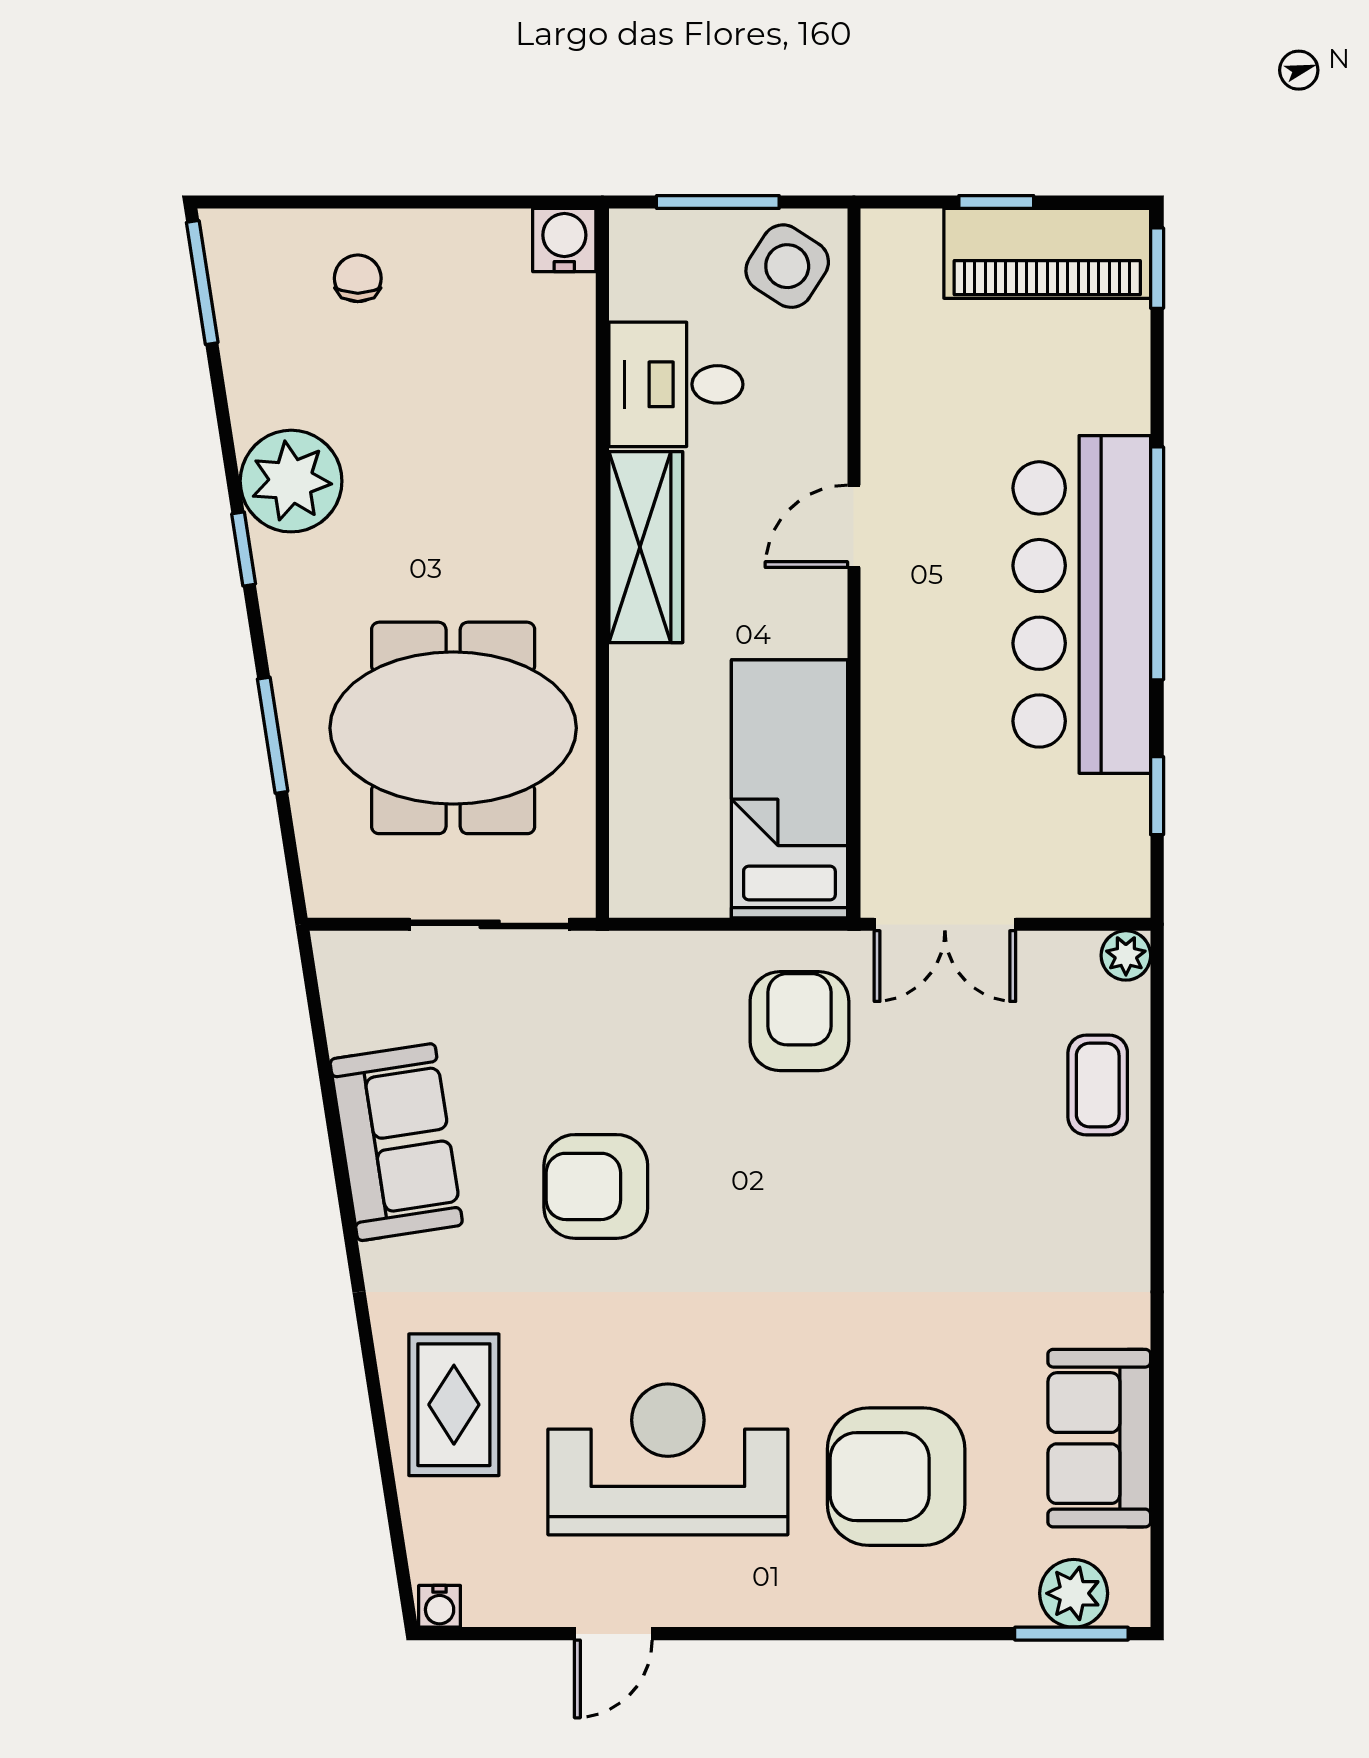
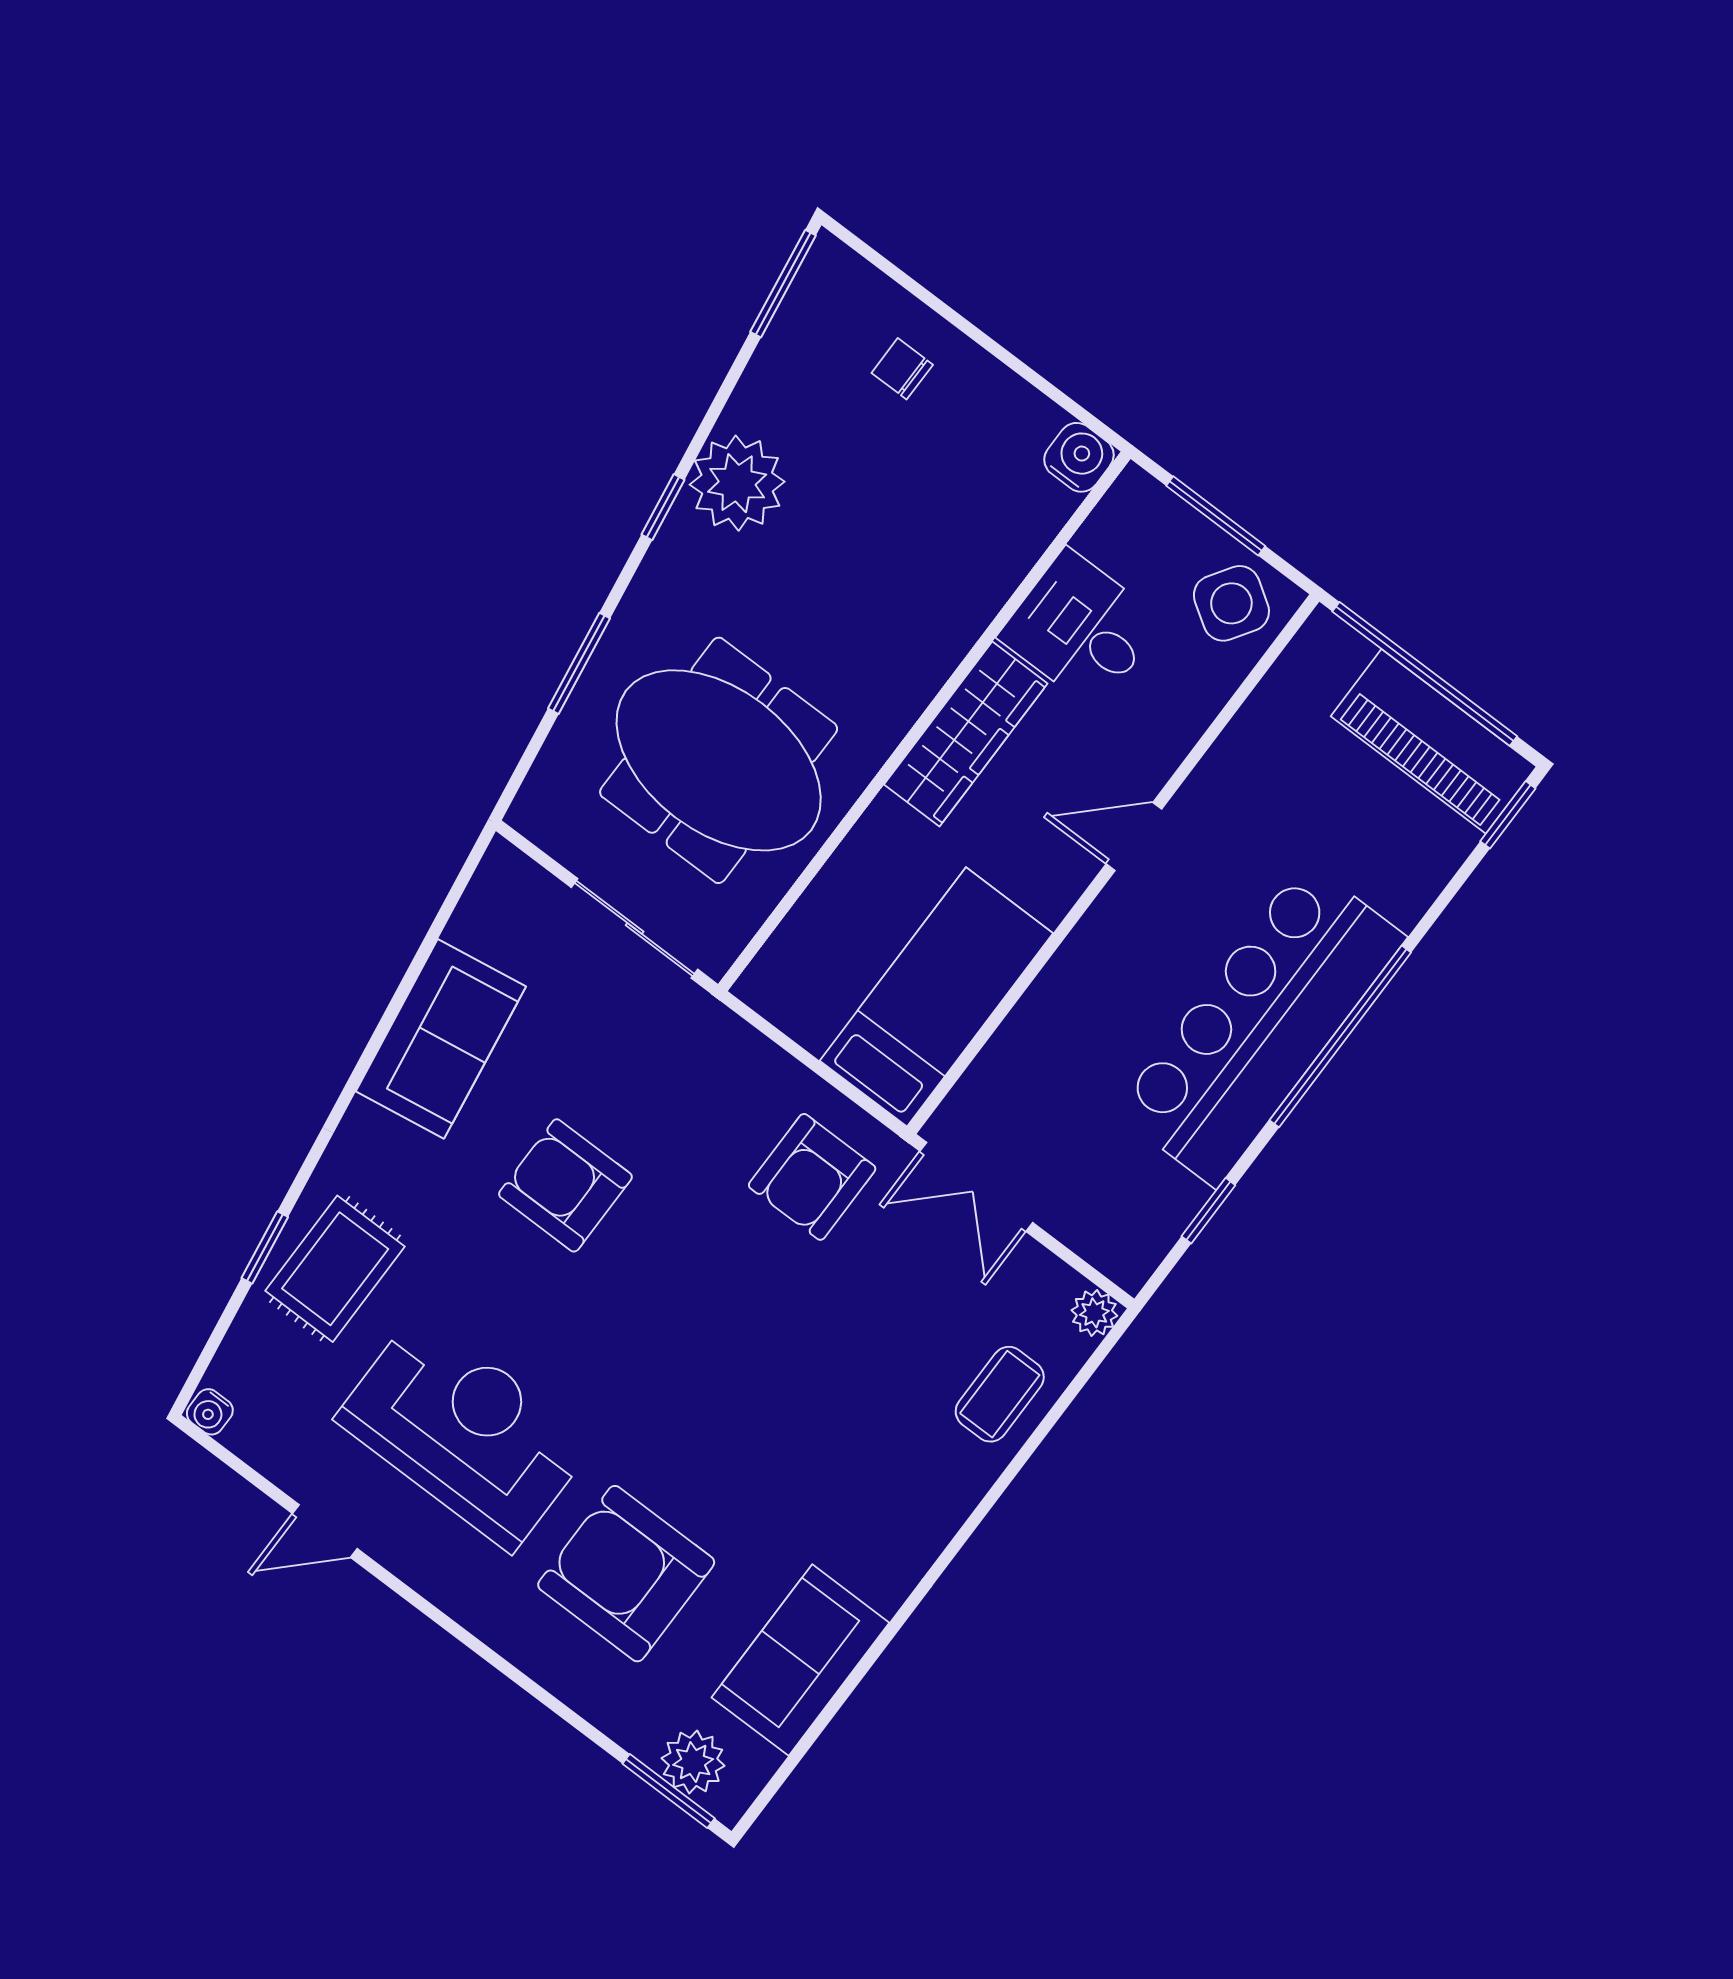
window: (996, 202) -> (1425, 674), width x3.17
chair: (358, 278) -> (902, 369), turned -90
armchair: (799, 1021) -> (812, 1177), turned 180
window: (381, 1432) -> (265, 1248), added

